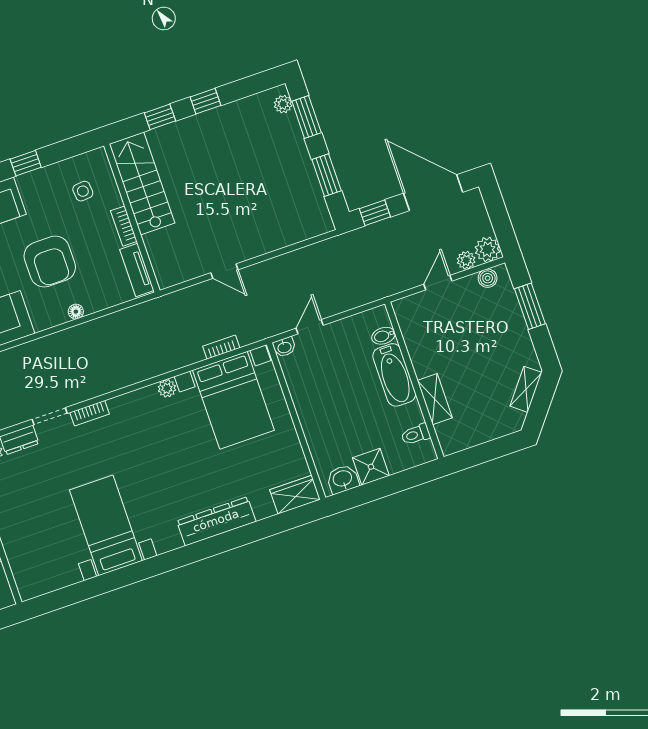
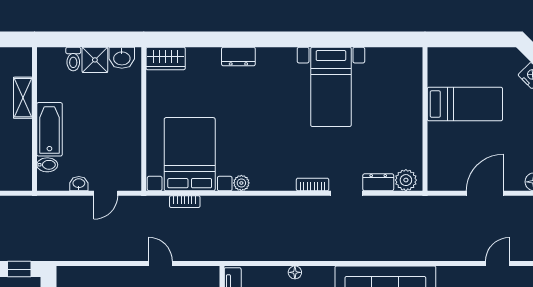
washbasin: (284, 347) -> (79, 184), moved
toilet: (416, 434) -> (73, 59), moved, turned 90
dresser: (216, 521) -> (238, 57), width x0.51, depth x0.80

